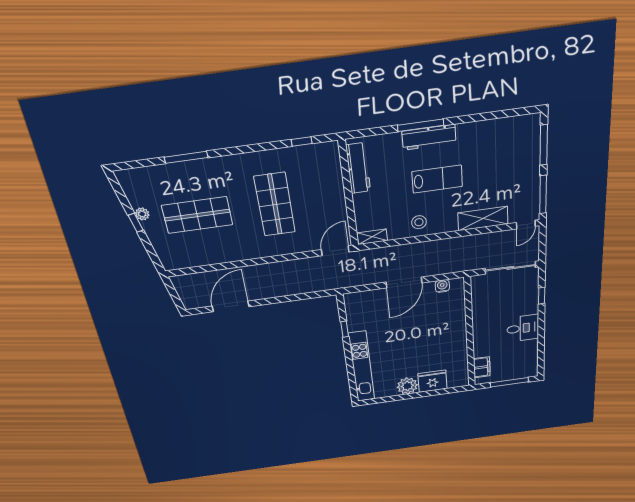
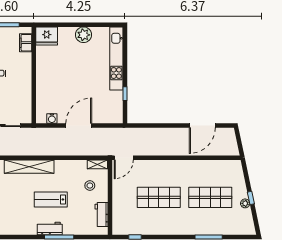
workbench: (429, 137) -> (50, 229), width x0.73
workbench: (358, 168) -> (102, 214), width x0.73
shop shelf: (275, 204) -> (159, 197), turned 90
shelving: (483, 219) -> (29, 167), width x1.47
stool: (419, 222) -> (90, 186), moved
fridge: (432, 381) -> (47, 36), moved

